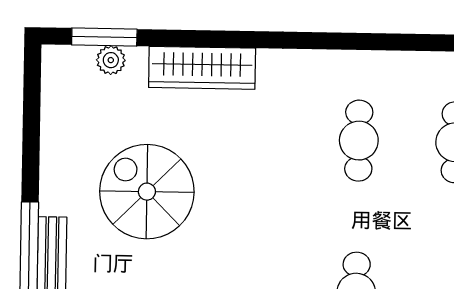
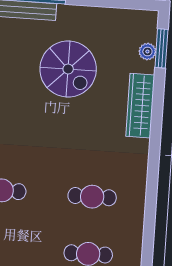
spiral stairs: (147, 192) -> (68, 69), turned 90

